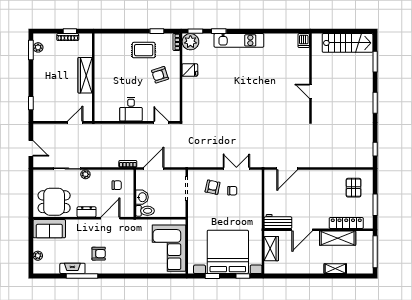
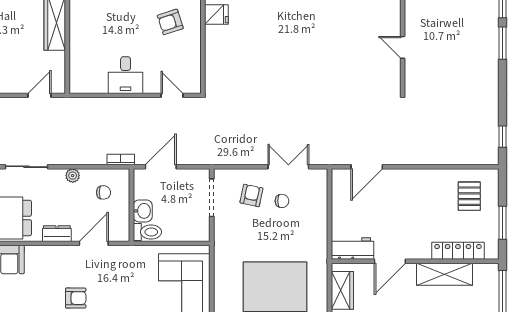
window: (375, 103) -> (503, 43), moved
plant: (85, 174) -> (73, 176), moved

